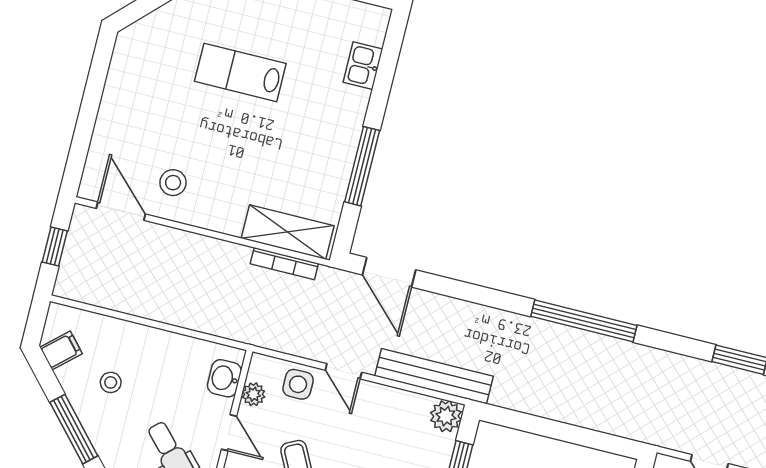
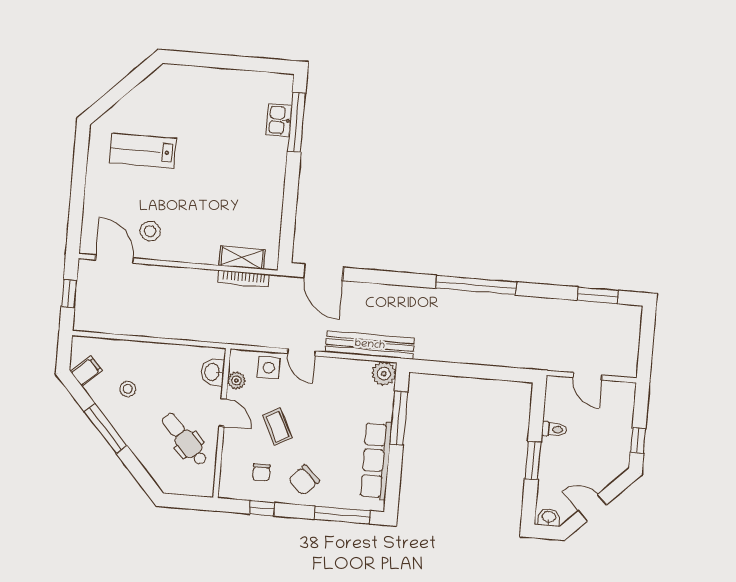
lab bench: (240, 72) -> (143, 151), moved
window: (362, 166) -> (297, 122), moved
shelving: (288, 232) -> (242, 258), width x0.67, depth x0.75

